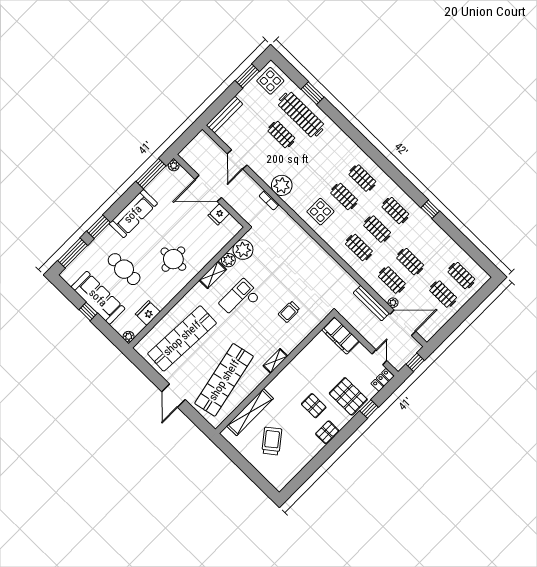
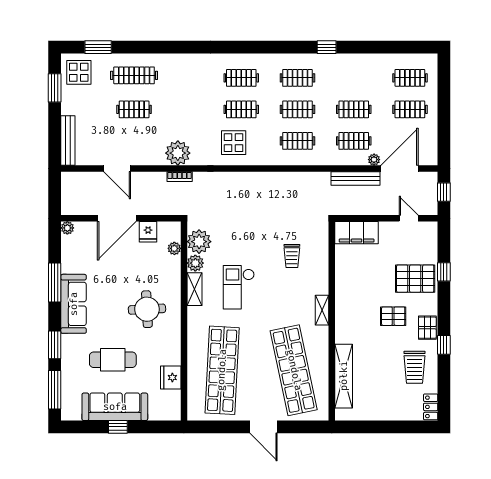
window: (312, 93) -> (98, 47), moved
clothes rail: (301, 115) -> (134, 75), width x0.73, depth x0.76
window: (151, 174) -> (55, 283), moved
plant: (129, 337) -> (174, 248), moved
locker: (382, 380) -> (431, 407), moved
trolley: (272, 441) -> (415, 367), moved, turned -142
window: (327, 452) -> (444, 345), added

